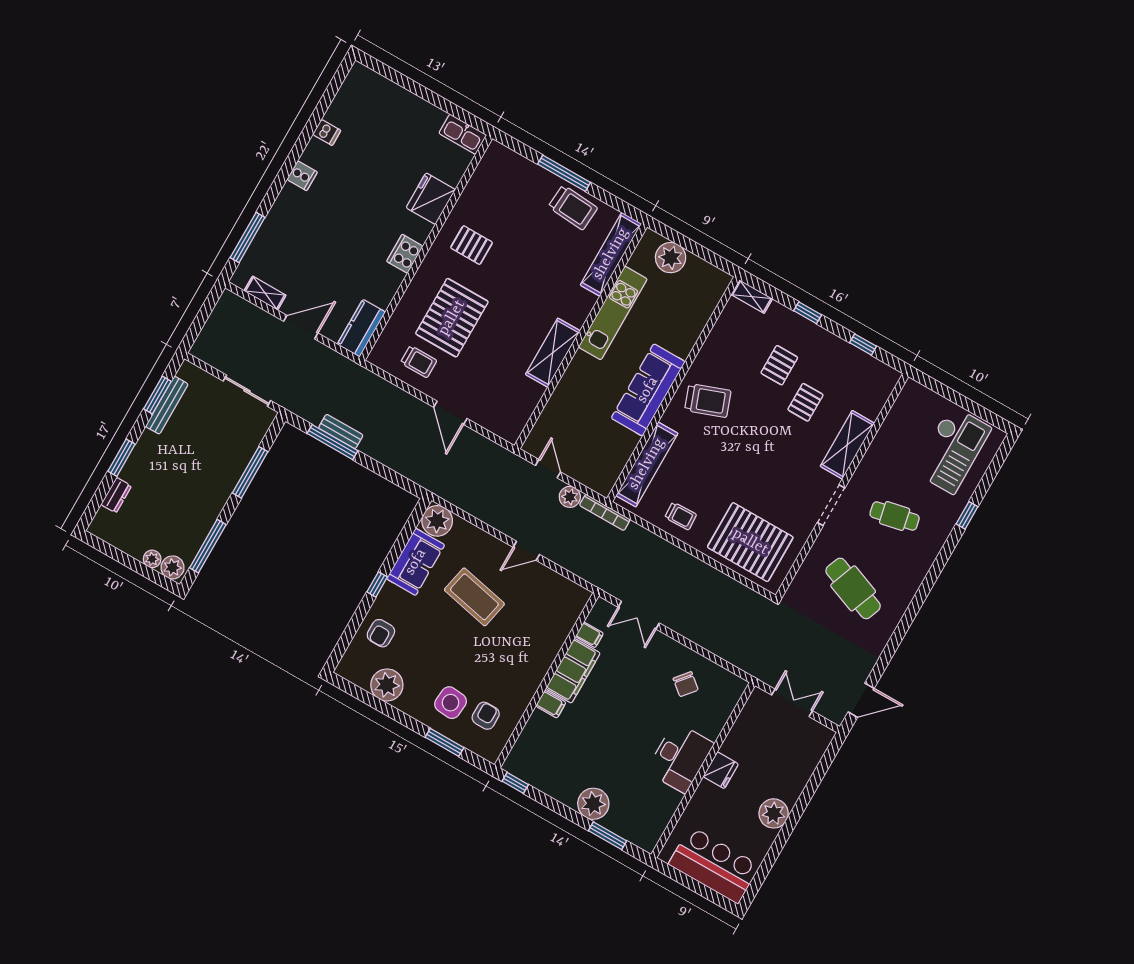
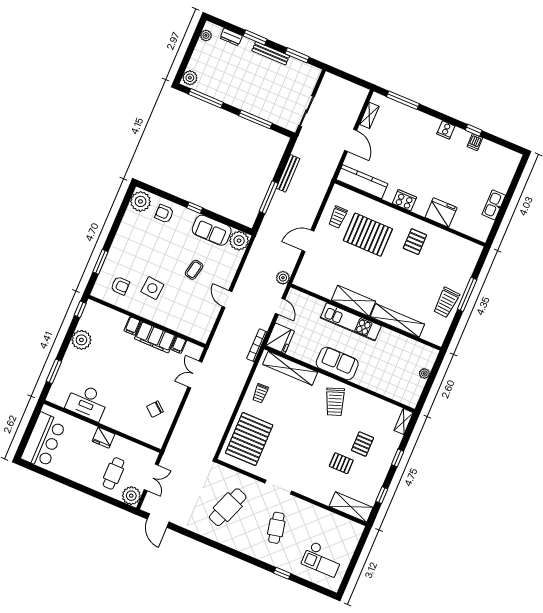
window: (308, 132) -> (474, 130), added
kitchen sink: (463, 134) -> (494, 205), moved
shelving: (611, 254) -> (397, 320), moved
plant: (671, 258) -> (424, 373), width x0.53, depth x0.53
kitchen unit: (613, 313) -> (351, 322), moved
kitchen counter: (361, 328) -> (362, 182), width x1.50
pallet: (779, 365) -> (363, 444), turned 90
sofa: (648, 390) -> (337, 363), width x0.73
bench: (167, 405) -> (271, 53), moved
bench: (341, 432) -> (288, 173), width x1.36
window: (332, 442) -> (269, 197), moved
shelving: (847, 445) -> (351, 507), moved
checkout: (952, 450) -> (322, 559), width x0.73, depth x0.83
door: (548, 469) -> (280, 306), hinge flipped
fridge: (598, 475) -> (280, 338), added
plant: (570, 497) -> (283, 278), moved
plant: (152, 559) -> (206, 35), moved
coffee table: (474, 597) -> (194, 270), width x0.54, depth x0.58
plant: (387, 685) -> (141, 201), moved
side table: (451, 703) -> (152, 288), moved
desk: (680, 758) -> (87, 402), moved
cafe table: (779, 761) -> (114, 473), added
plant: (593, 804) -> (81, 340), moved
plant: (774, 813) -> (131, 496), moved

